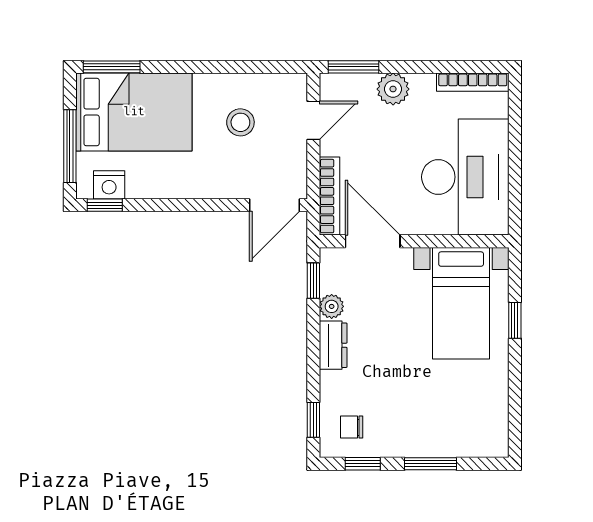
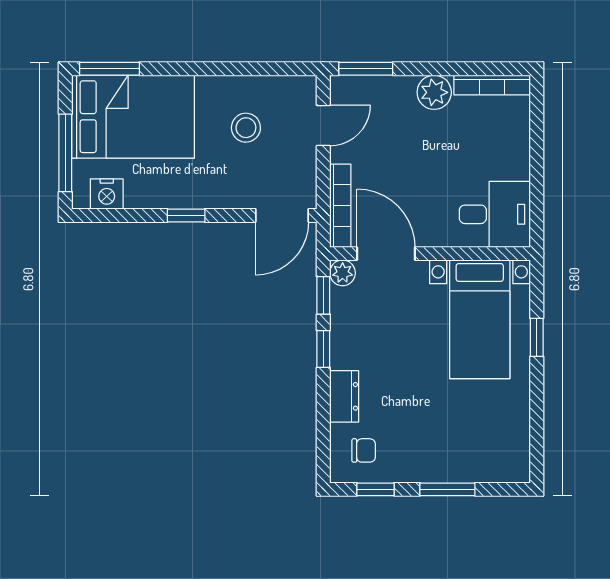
plant: (393, 89) -> (434, 92), moved
desk: (465, 177) -> (495, 214), width x0.53, depth x0.77
window: (105, 205) -> (186, 215), moved
plant: (332, 306) -> (343, 273), moved
dresser: (333, 345) -> (344, 396), moved
window: (313, 420) -> (323, 349), moved
chair: (352, 427) -> (364, 450), turned 180

